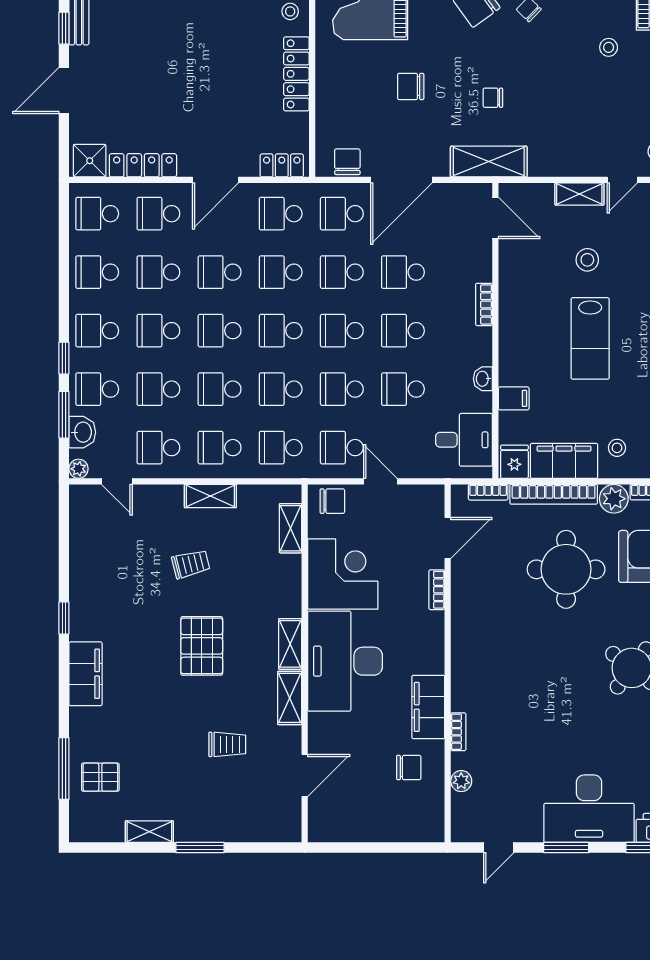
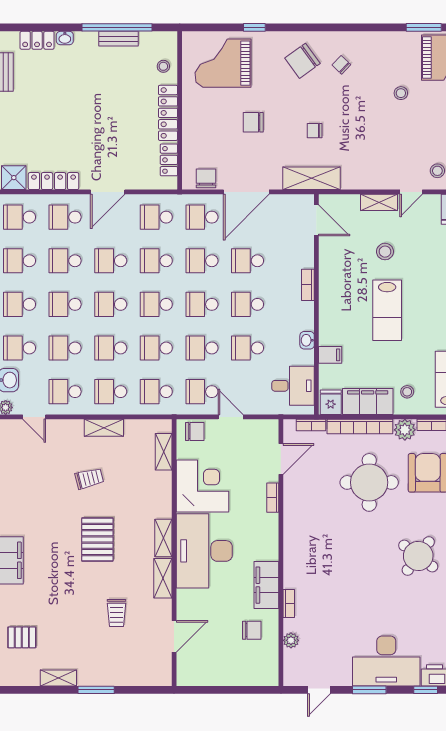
locker: (282, 165) -> (169, 160), moved, turned -90
trolley: (227, 744) -> (116, 613), turned 90

